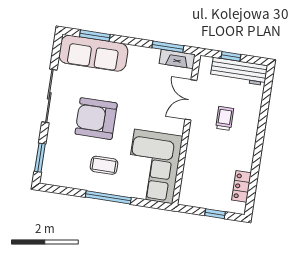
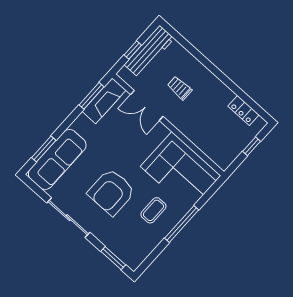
fireplace: (177, 59) -> (104, 101), width x1.37, depth x1.32

